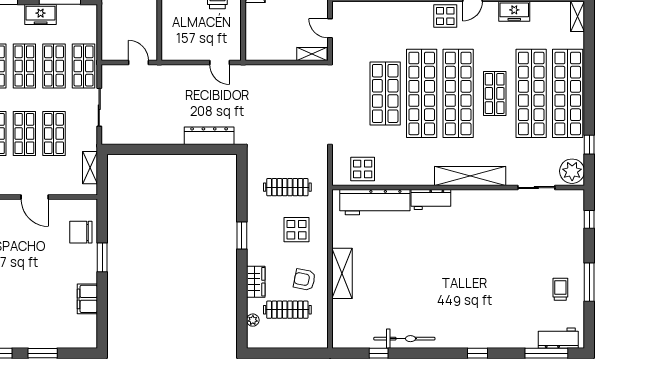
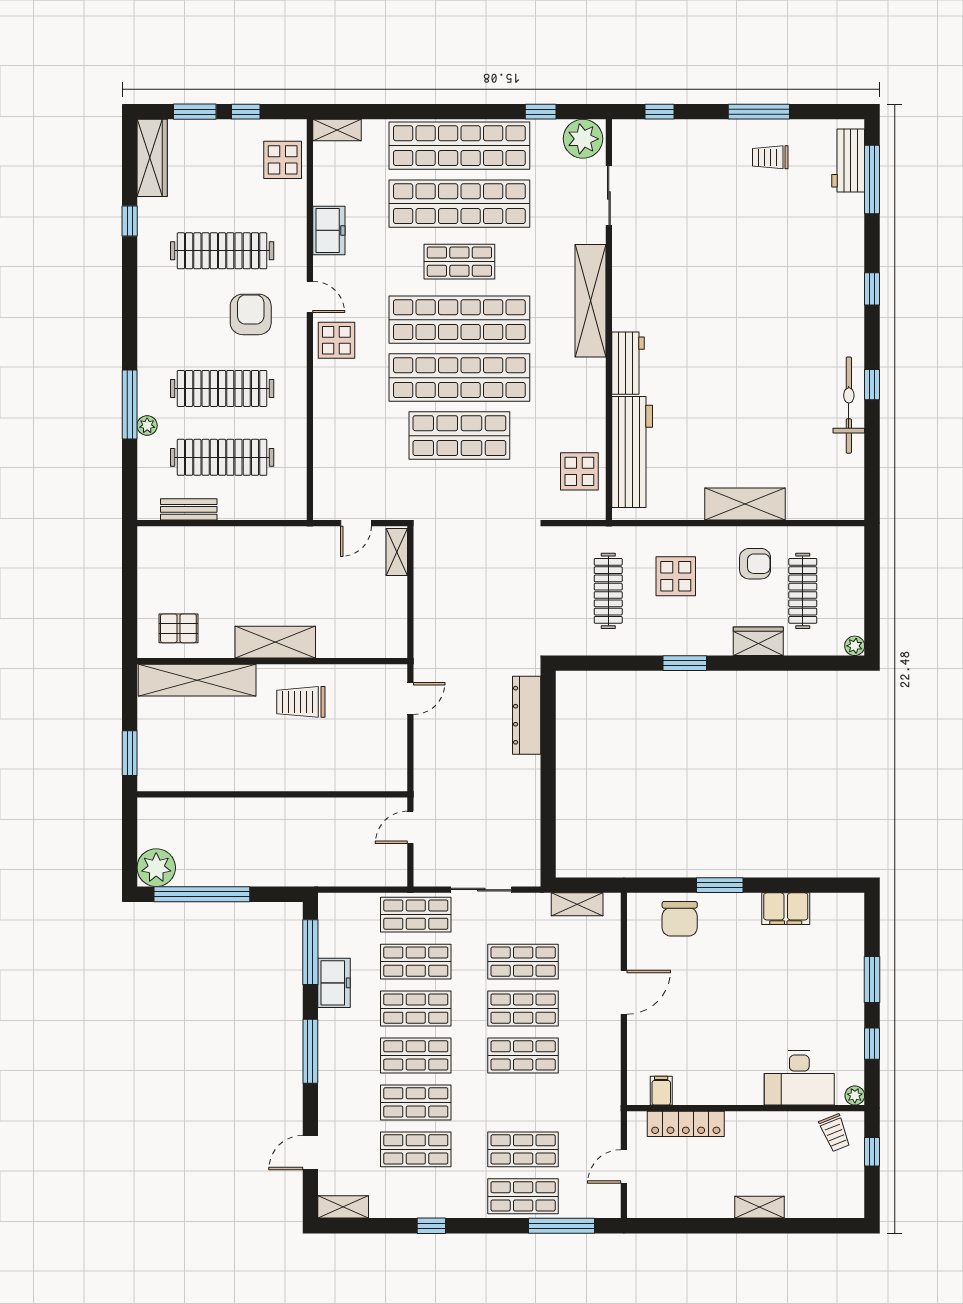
armchair: (304, 280) -> (755, 564), turned -101
plant: (253, 320) -> (855, 646), moved
window: (379, 353) -> (872, 385), moved

